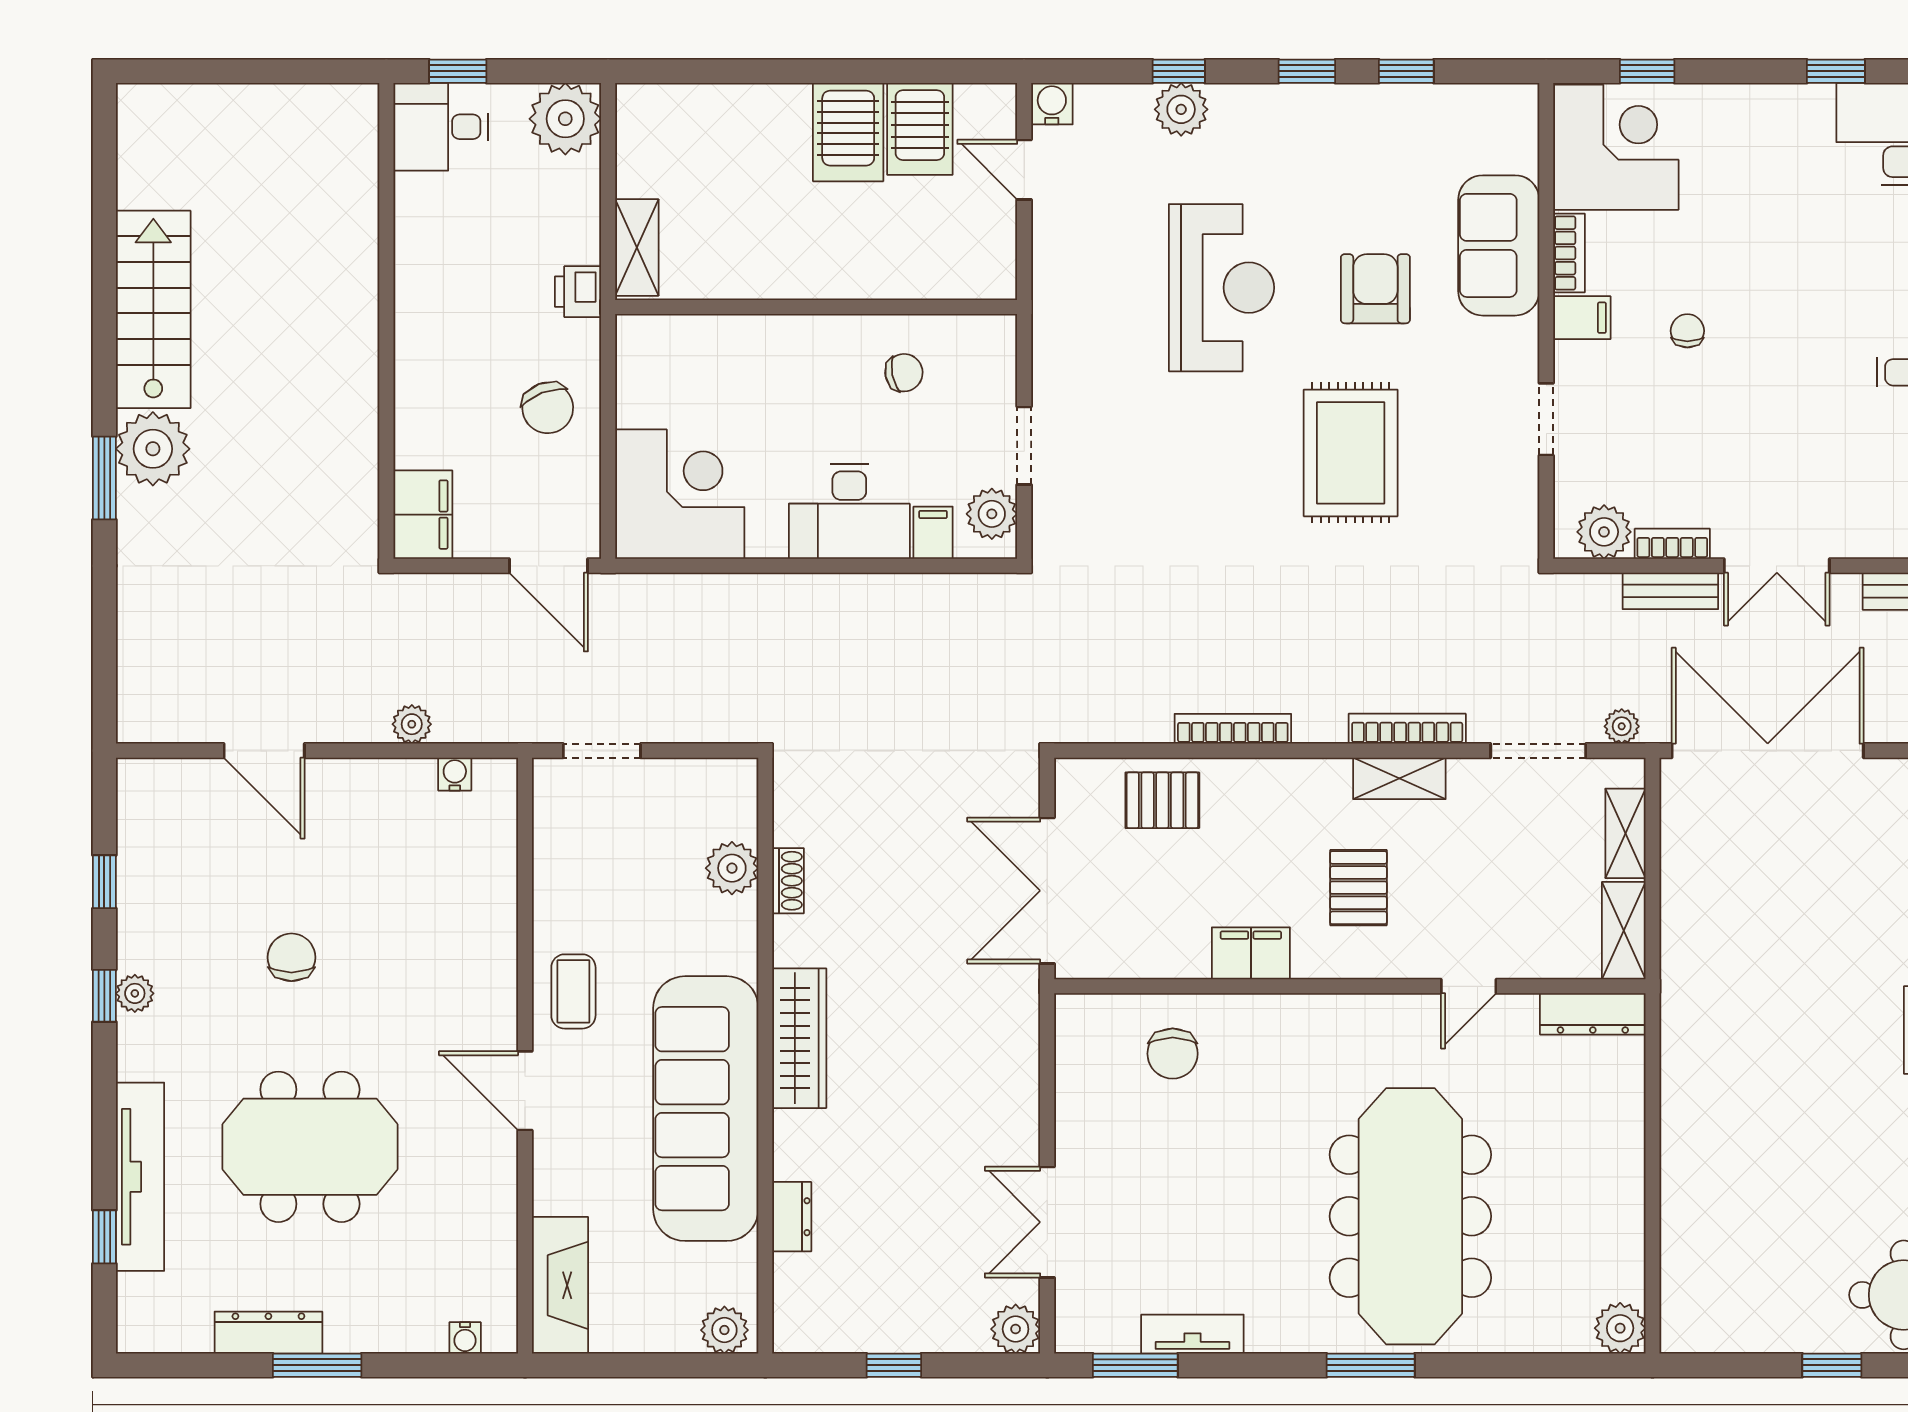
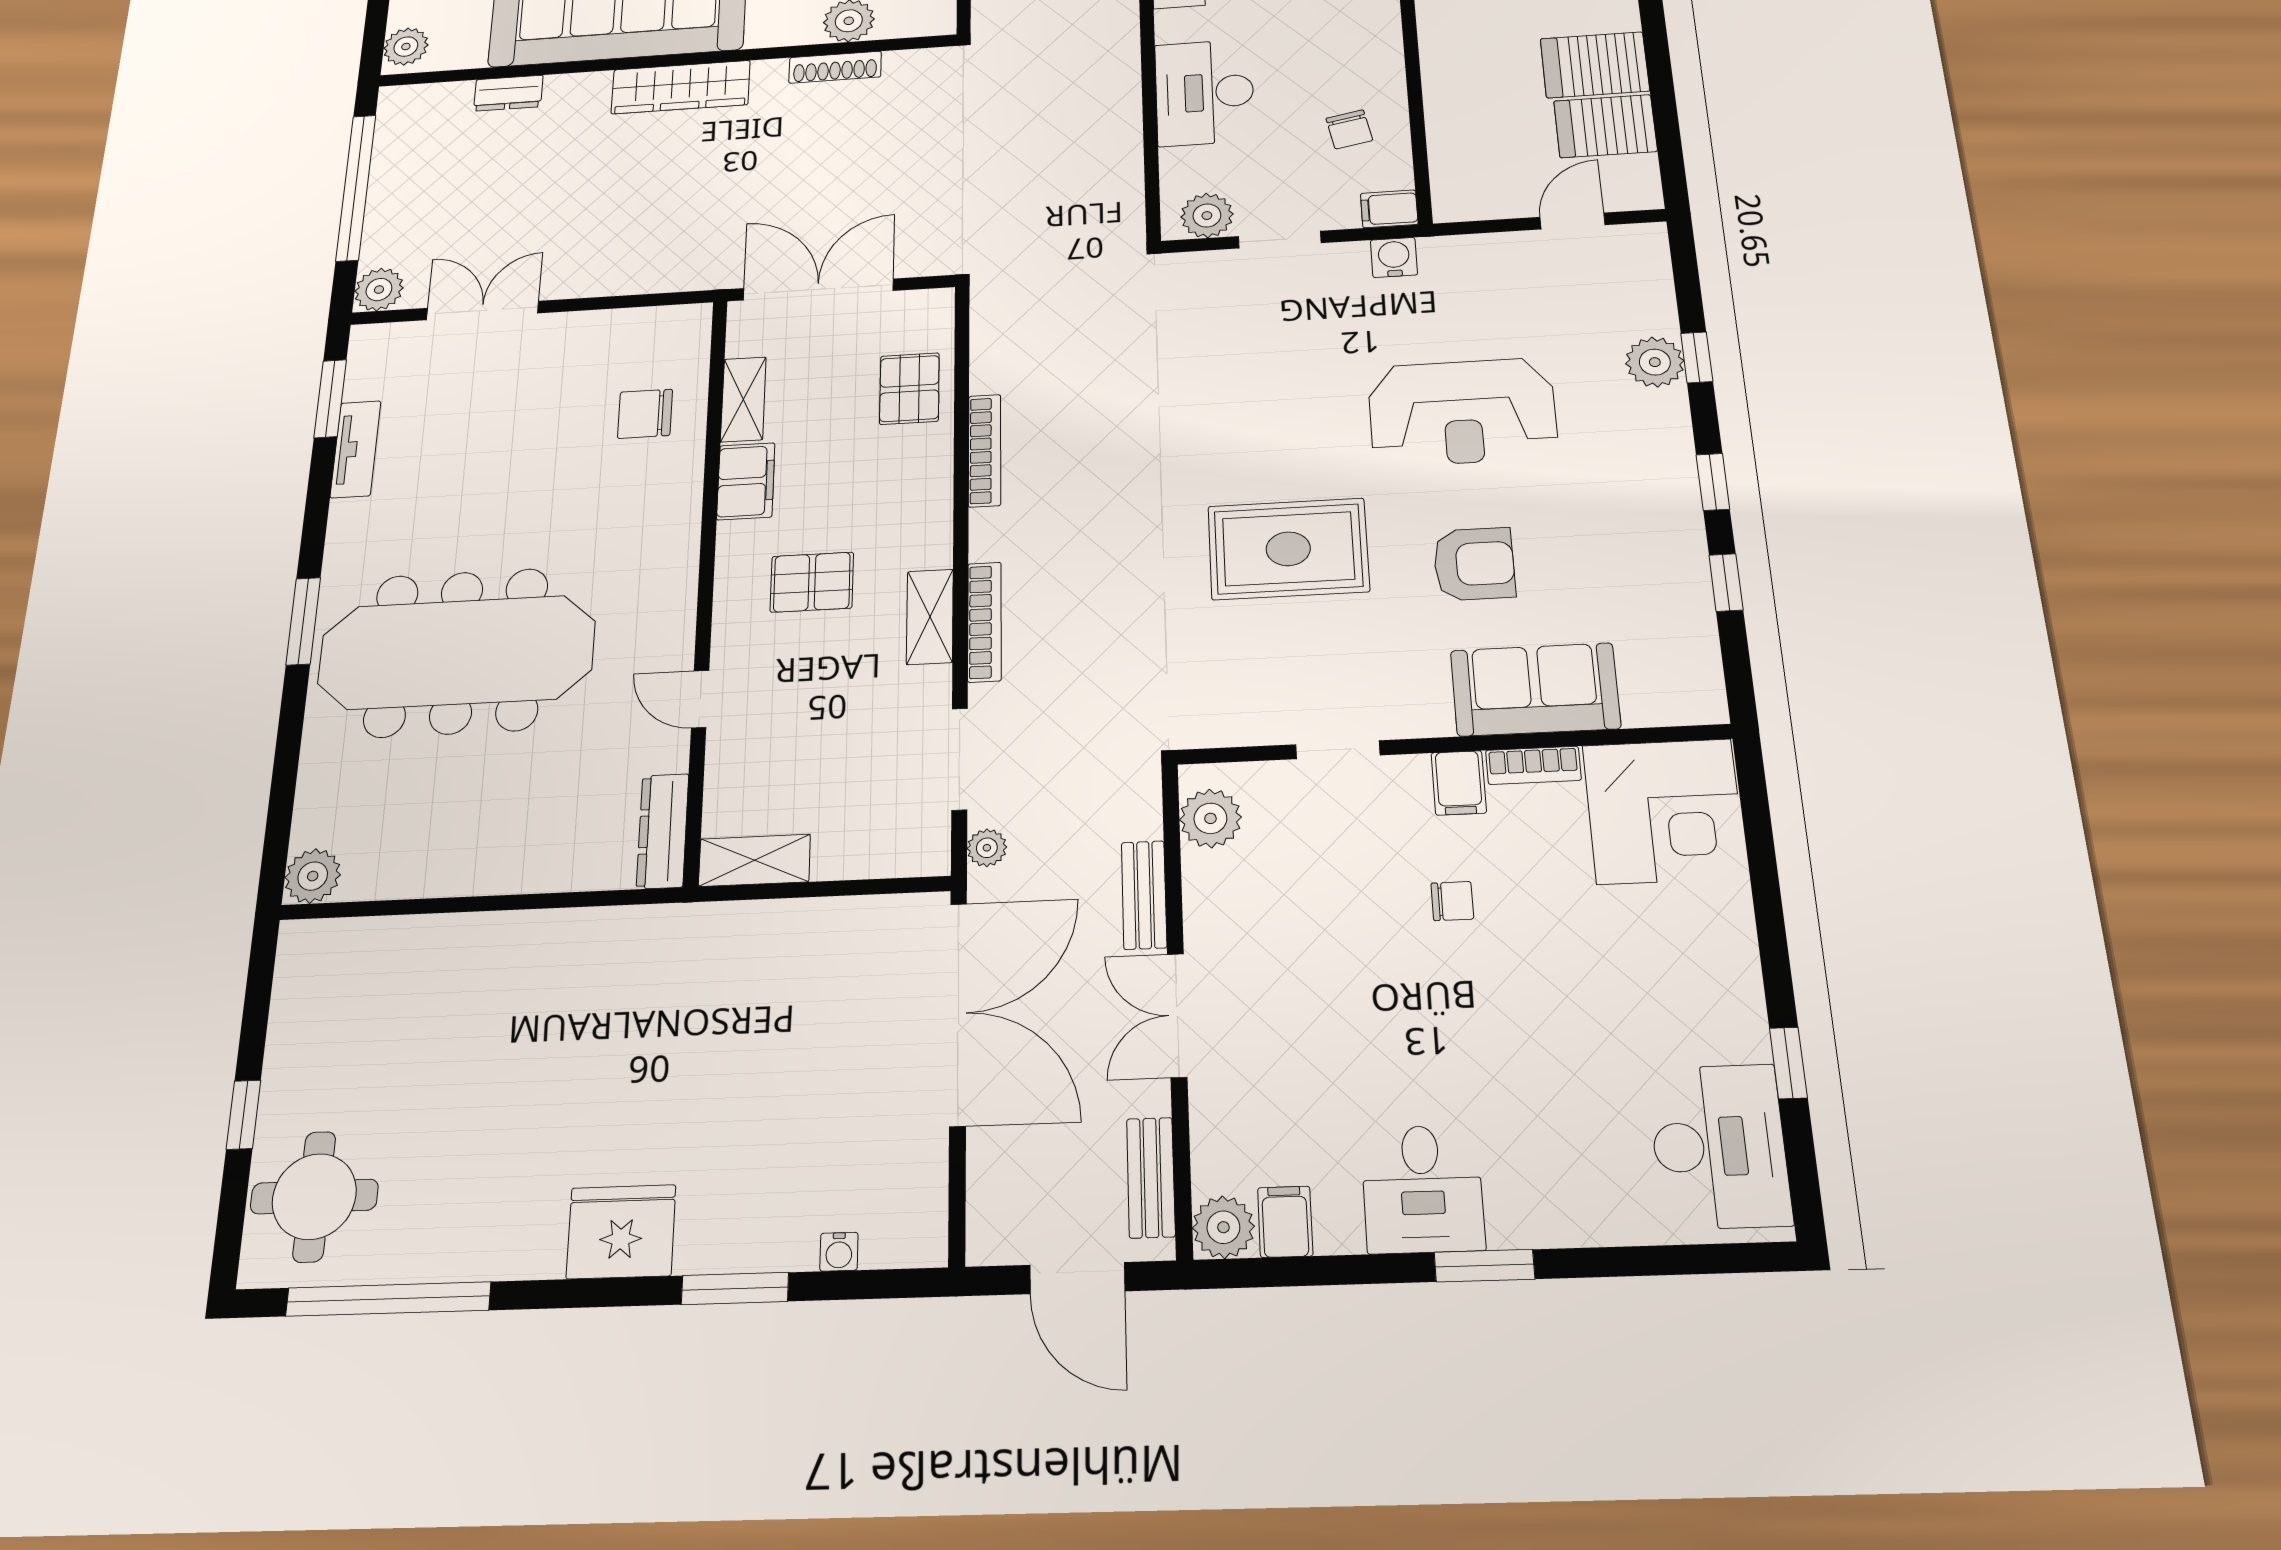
window: (1647, 71) -> (1760, 842), removed
water cooler: (1052, 104) -> (1394, 257), moved, turned -90
filing cabinet: (933, 533) -> (1389, 209), moved, turned 180
bookcase: (1672, 544) -> (1199, 895), removed
shelving: (1625, 833) -> (743, 399), moved, turned 90
shoe rack: (788, 881) -> (835, 67), width x1.43
window: (894, 1365) -> (356, 188), width x3.17

